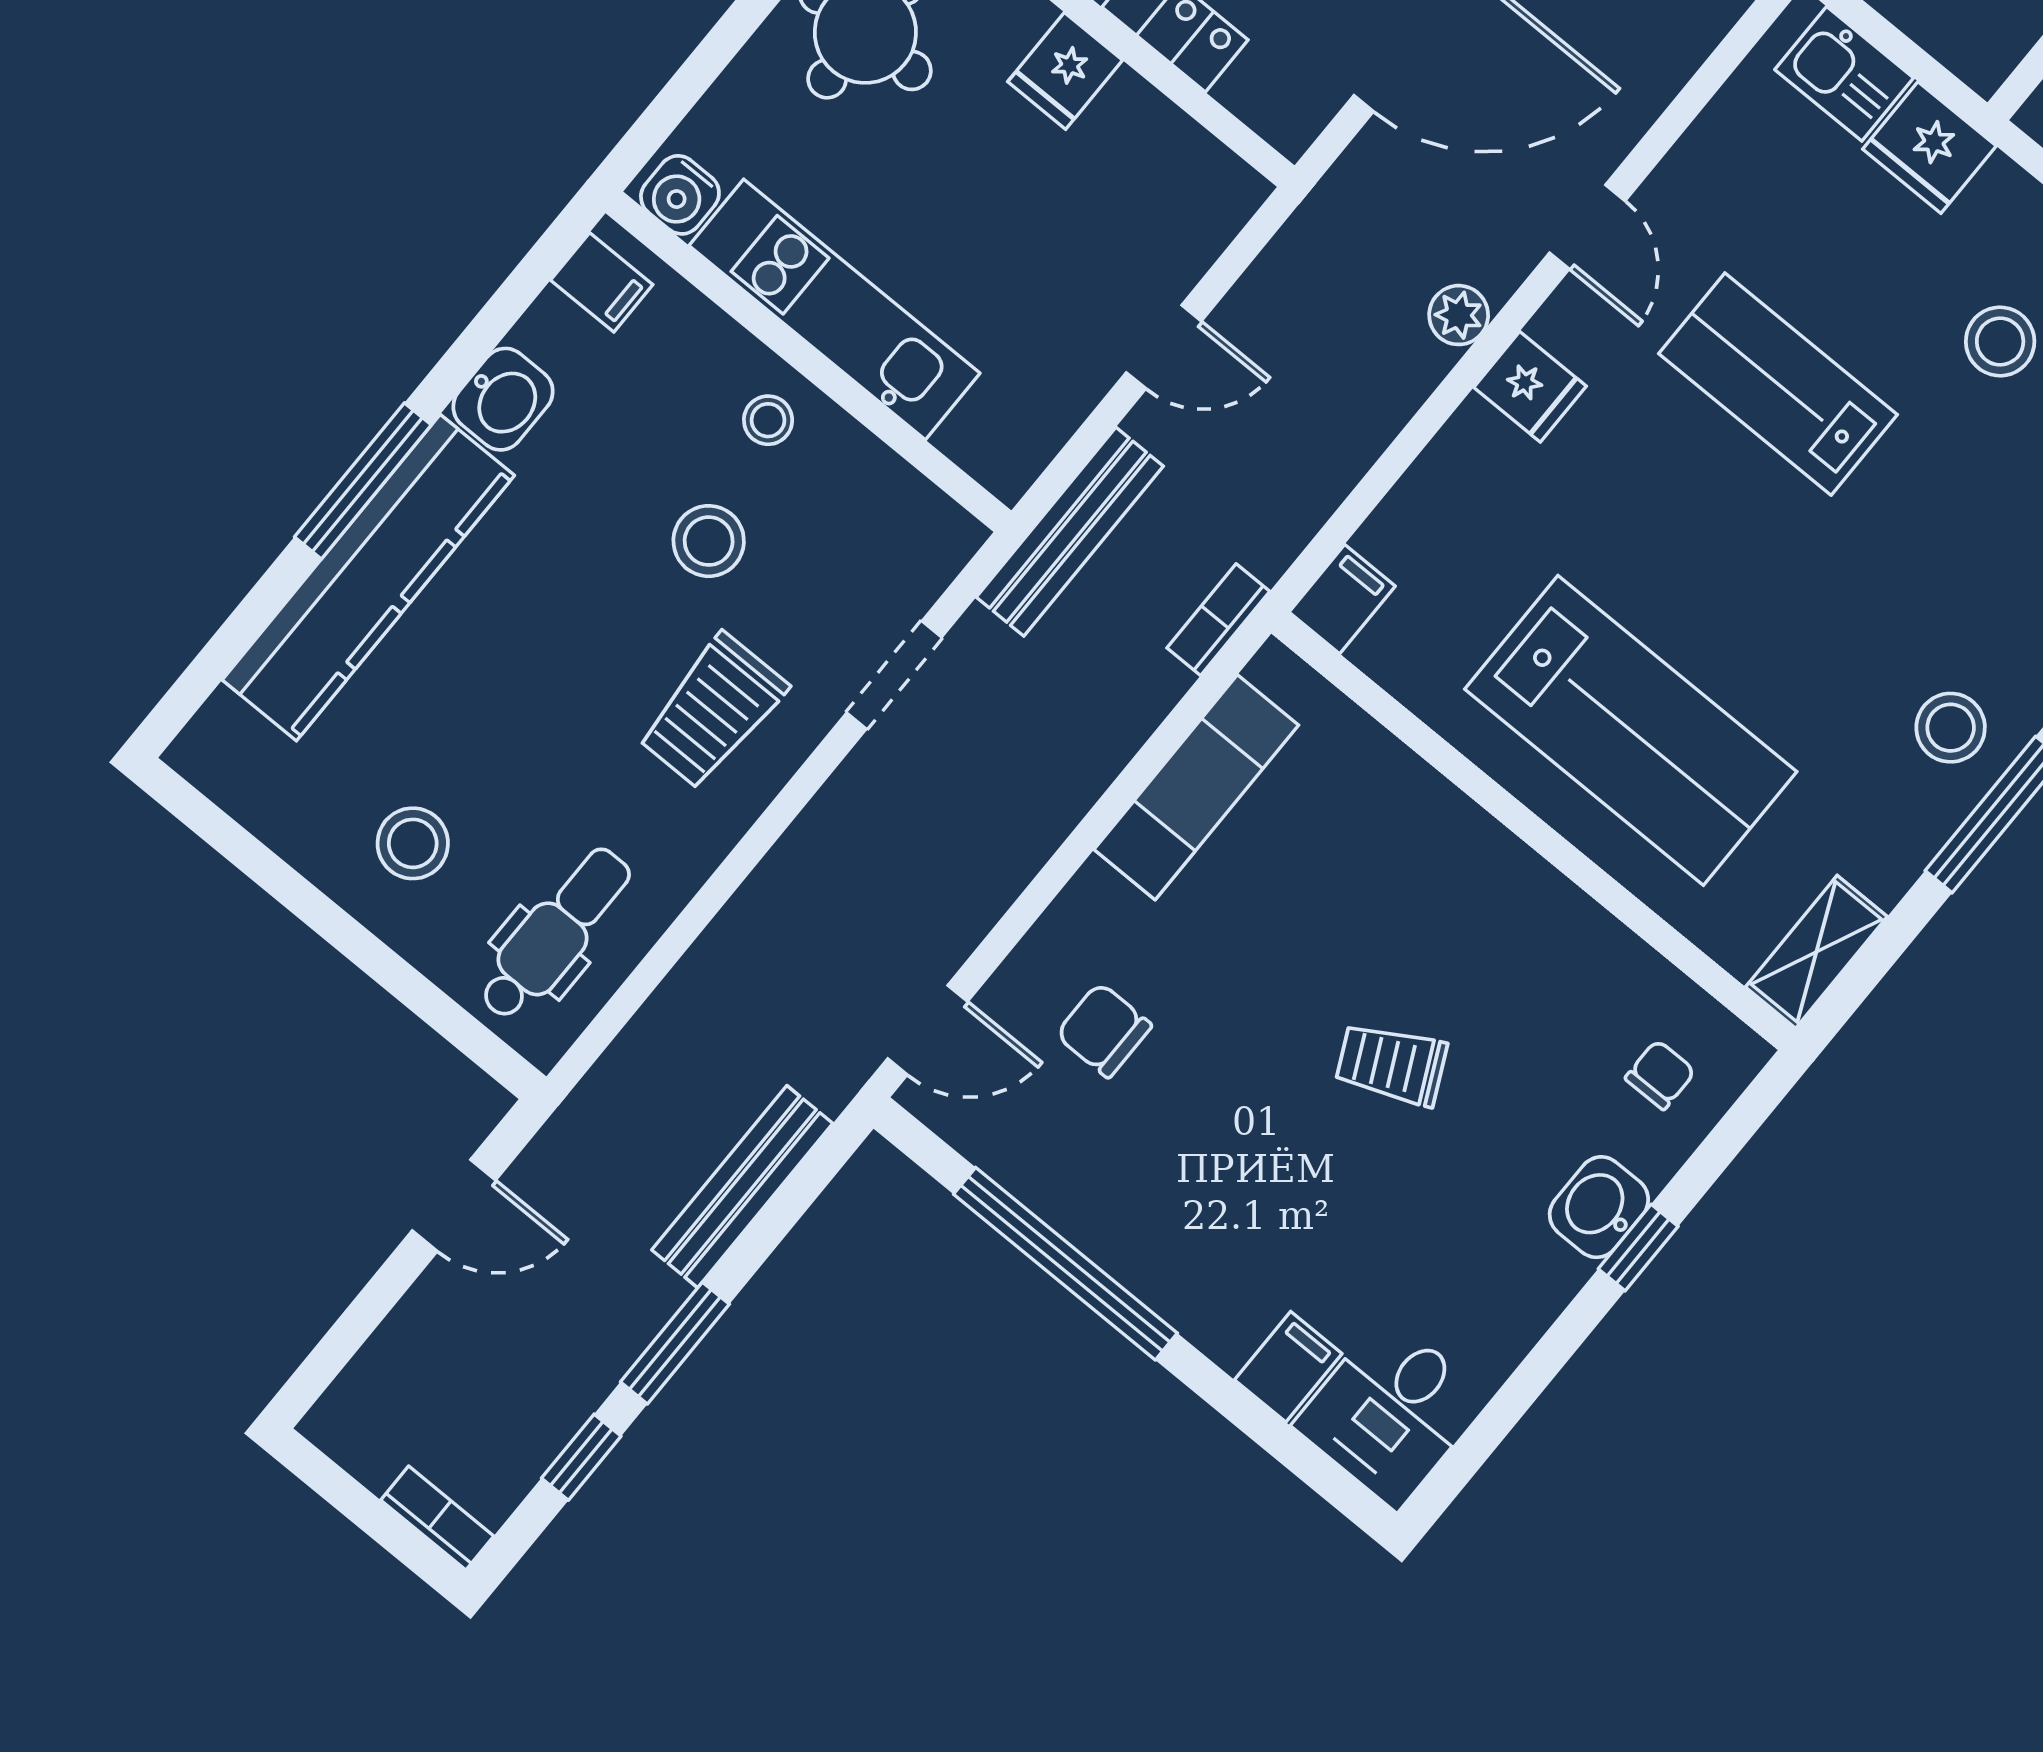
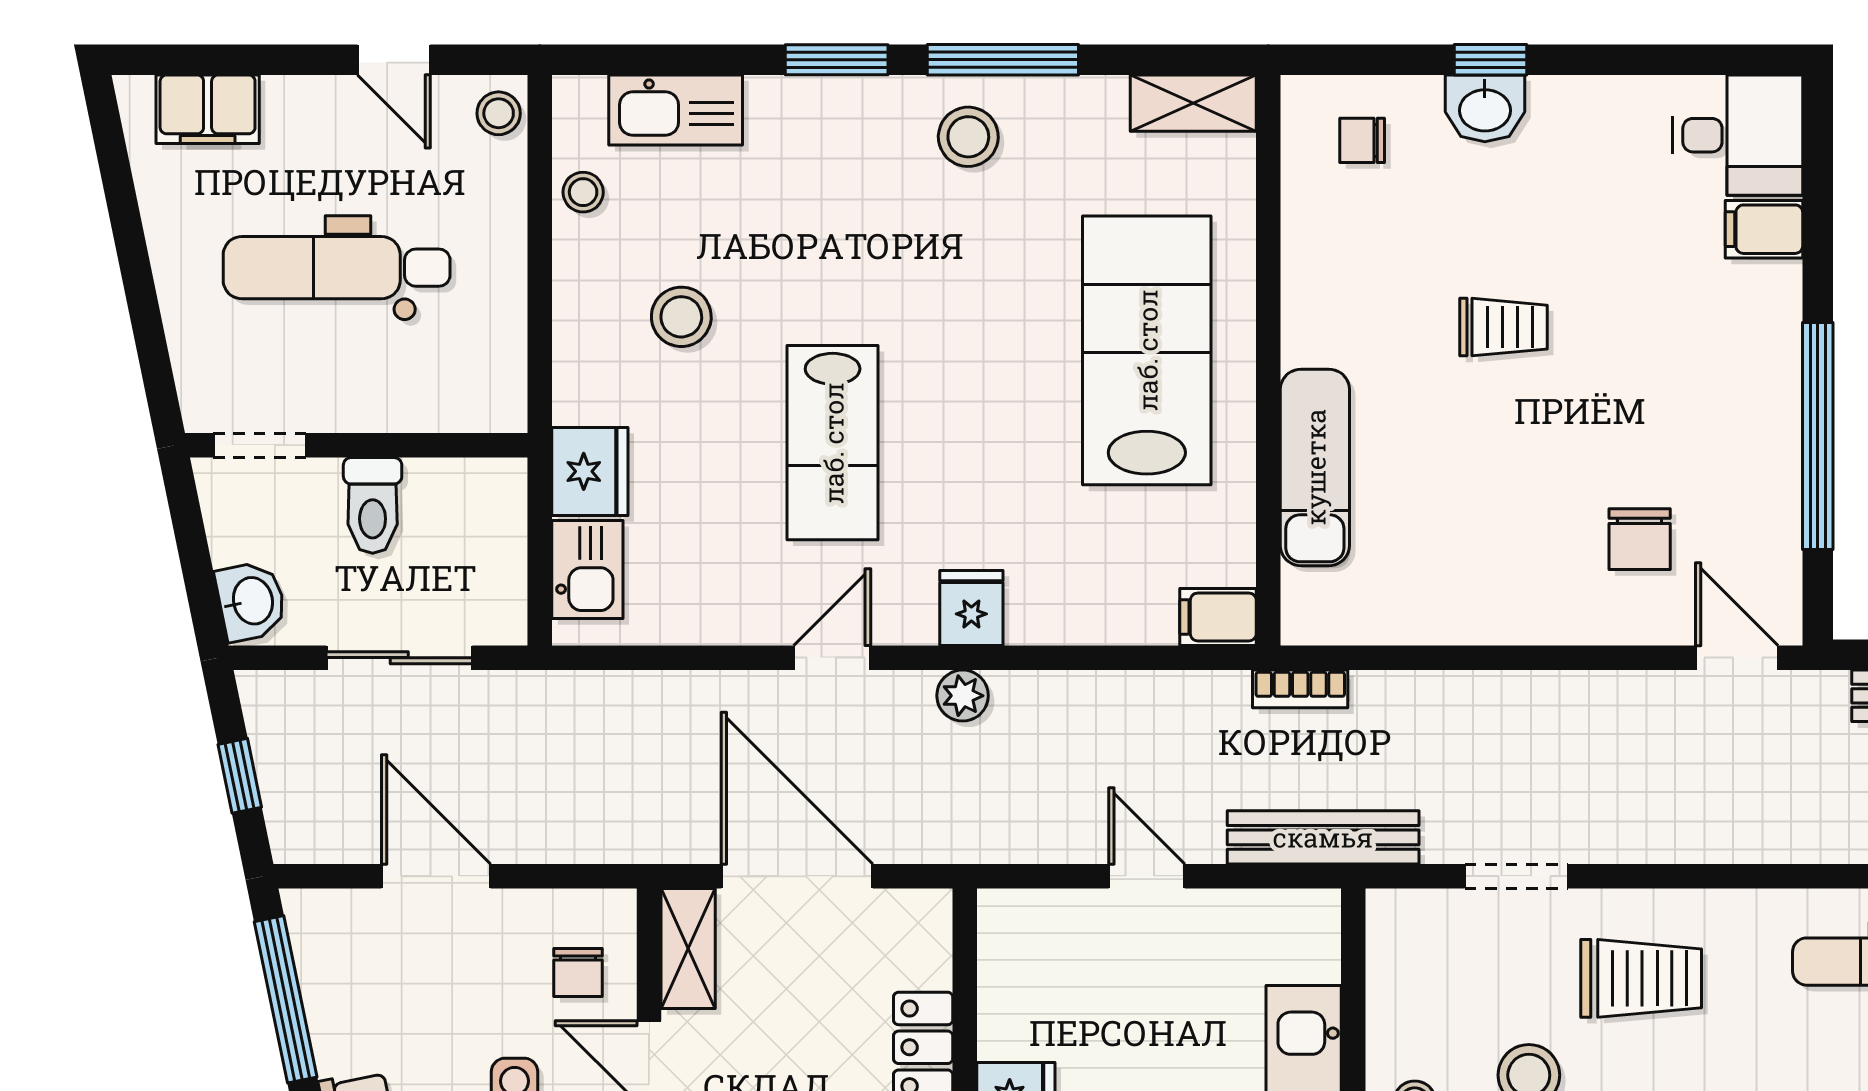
exam couch: (1196, 787) -> (1315, 467), moved, turned 90
trolley: (1391, 1064) -> (1504, 327), turned -64

